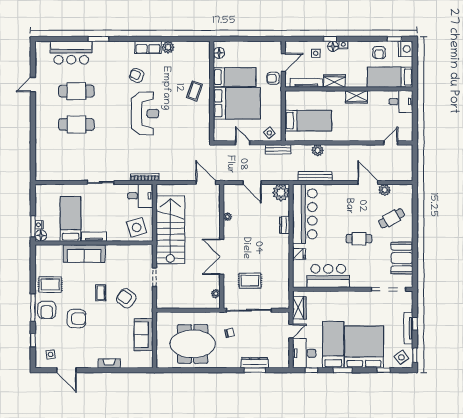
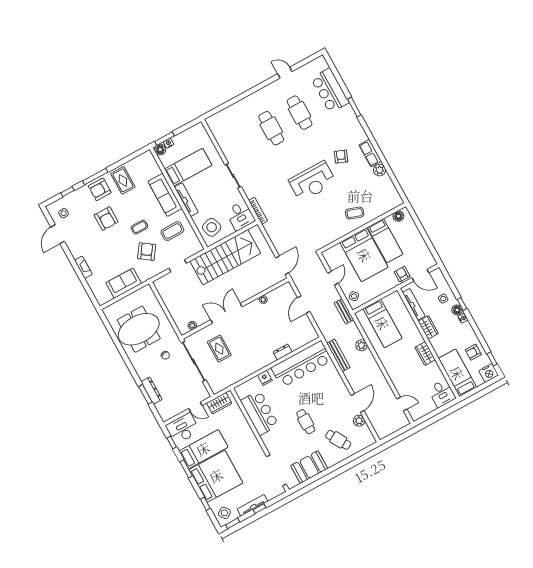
plant: (281, 193) -> (308, 334), removed
tv unit: (94, 237) -> (186, 200), width x1.41
coffee table: (121, 265) -> (172, 231), added
meeting table: (193, 344) -> (139, 329), turned 90

